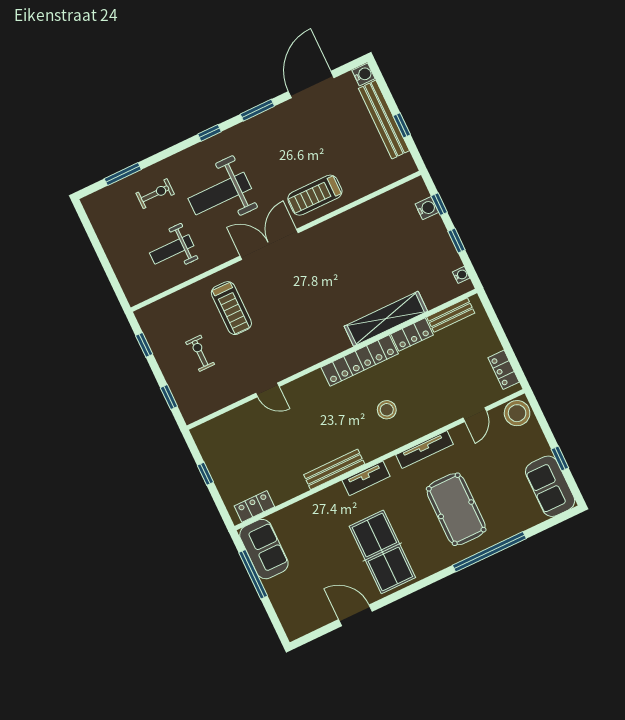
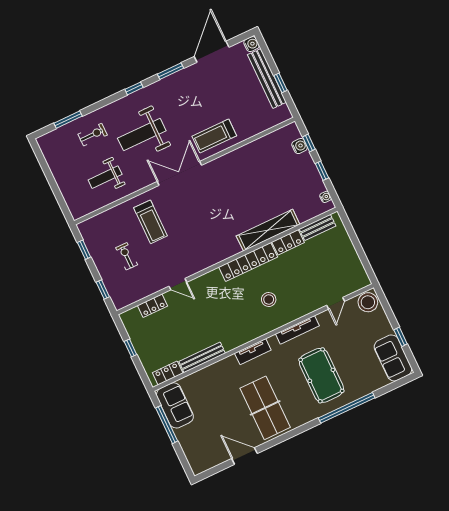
locker: (504, 370) -> (152, 306), moved, turned -90
bench: (334, 469) -> (202, 357), moved

